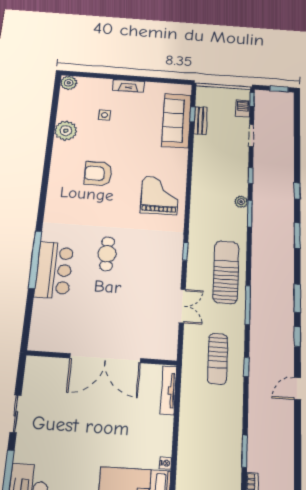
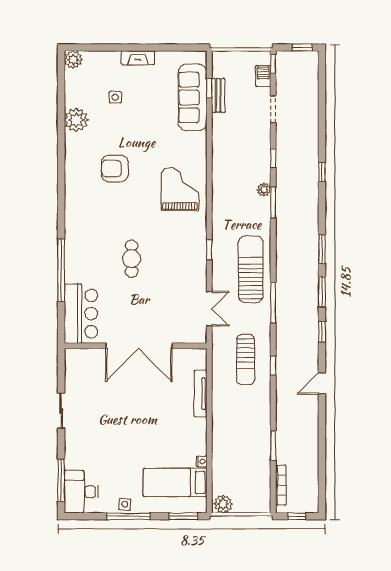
window: (297, 235) -> (322, 249), moved
bar counter: (54, 270) -> (81, 314), moved
wall: (102, 358) -> (136, 346), moved
double door: (105, 358) -> (139, 346), moved
sliding door: (15, 414) -> (61, 411), moved

